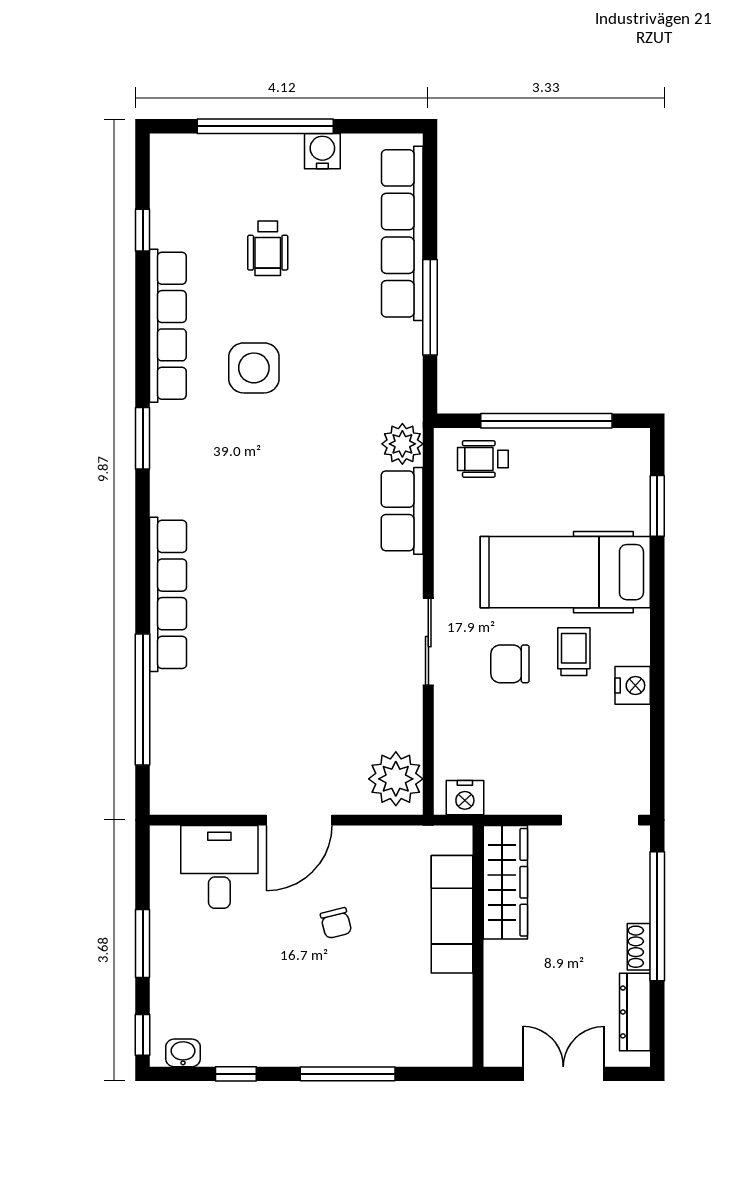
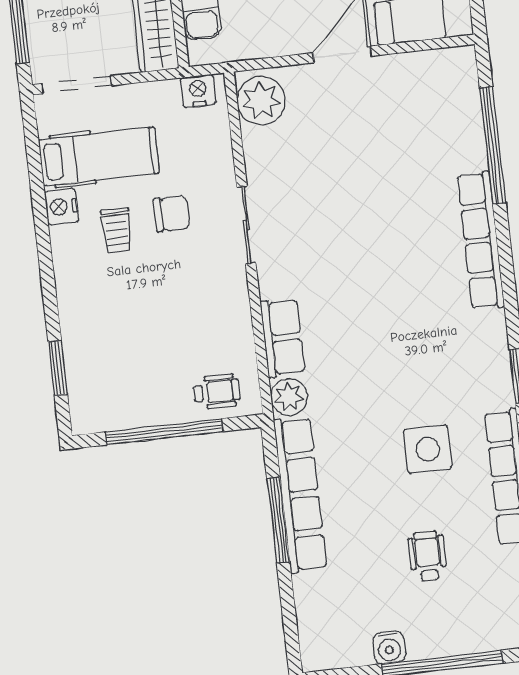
row of seats: (402, 233) -> (300, 495), moved
hospital bed: (565, 572) -> (99, 156), moved, width x0.73, depth x0.78

